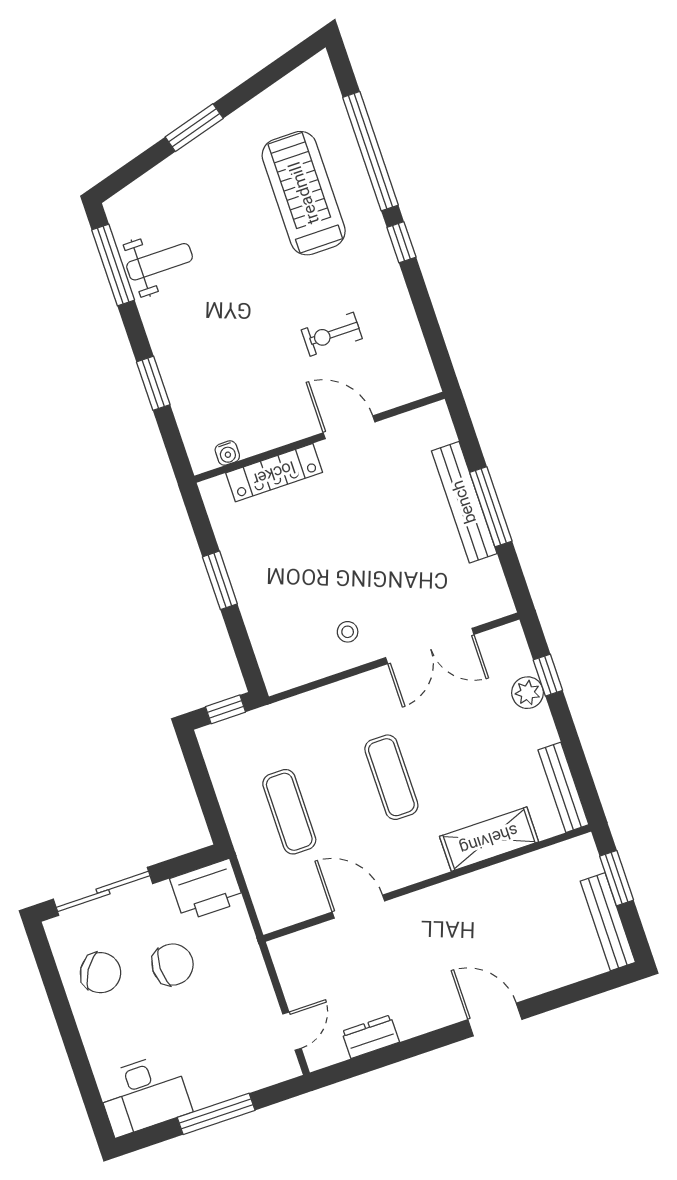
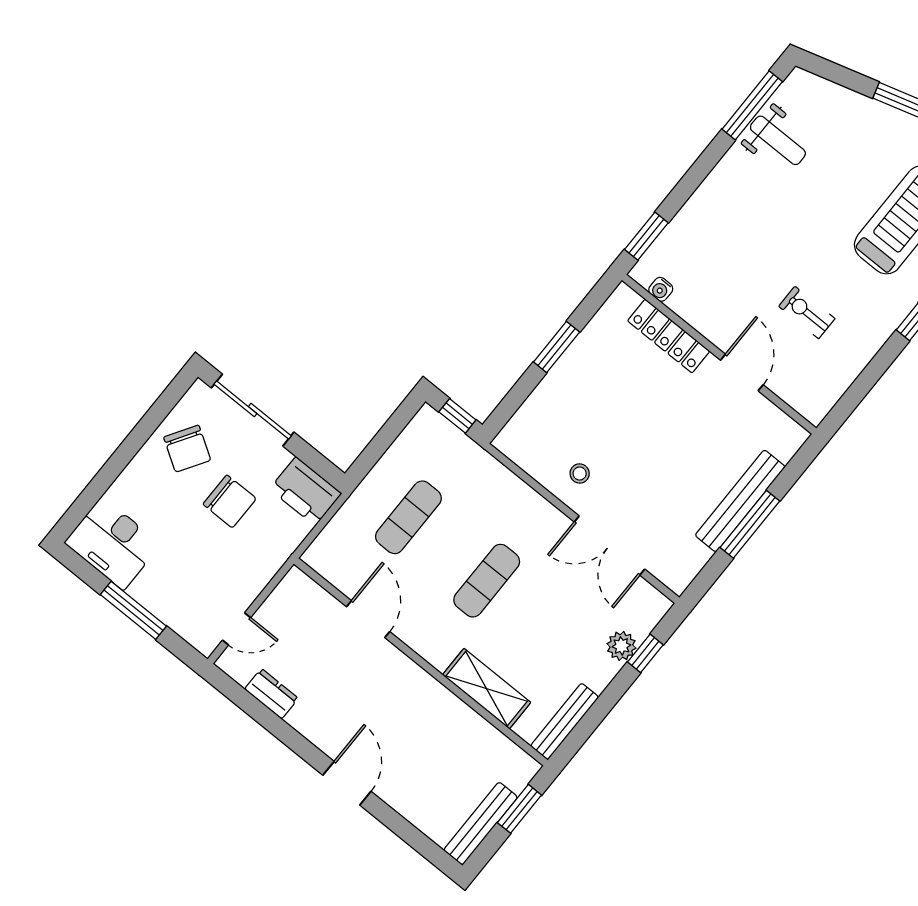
window: (153, 383) -> (646, 236), moved

